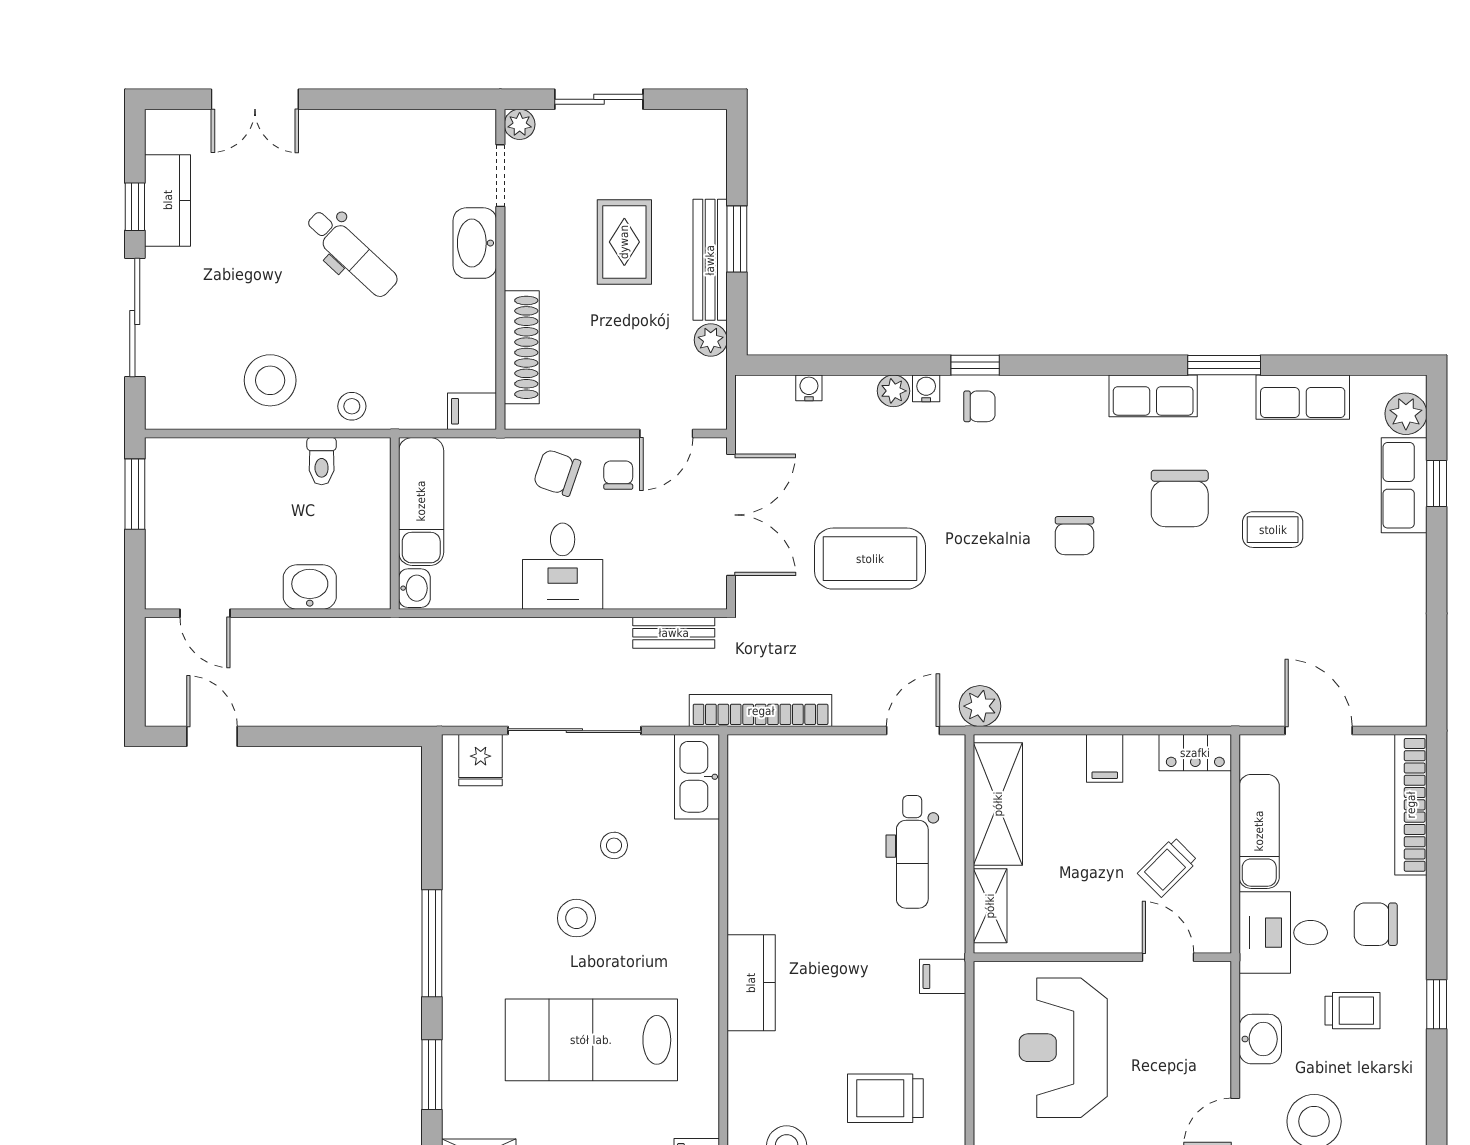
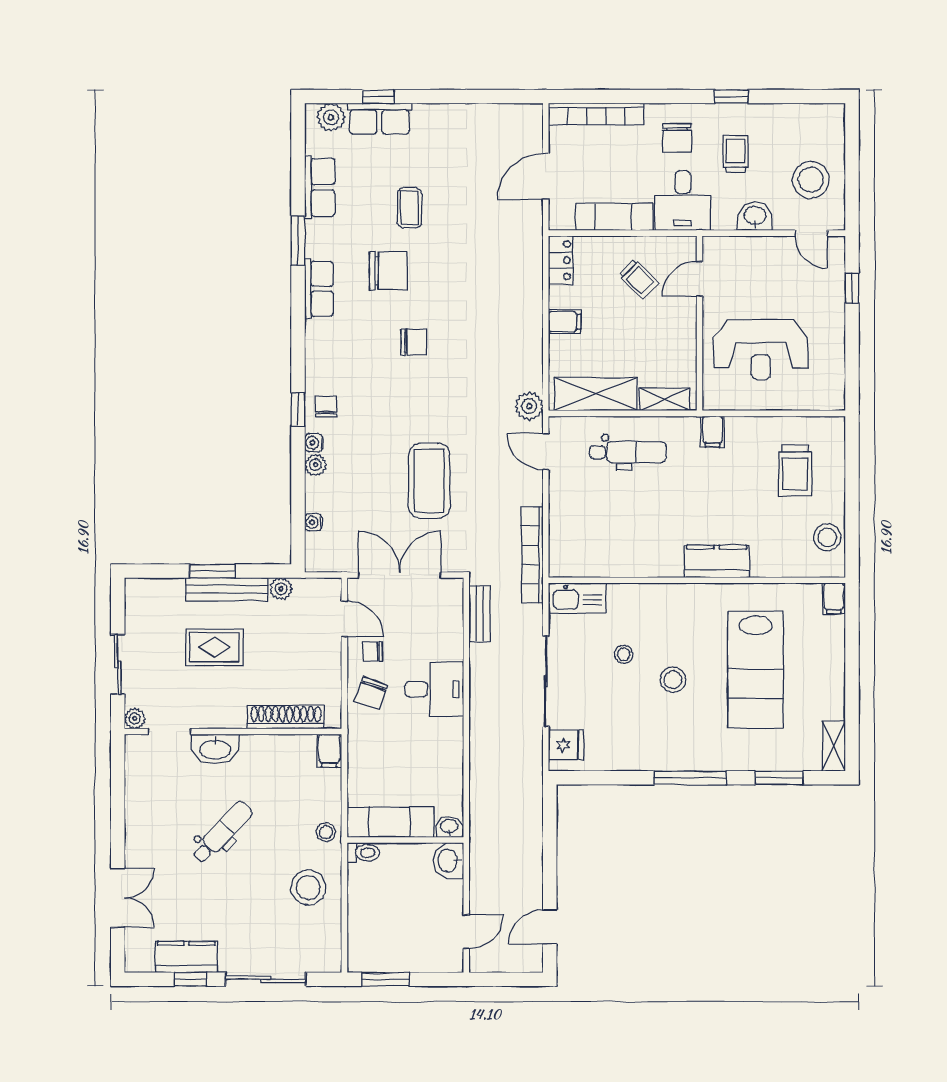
exam couch: (421, 501) -> (390, 822), moved
wall: (395, 523) -> (405, 840), moved
washbasin: (414, 588) -> (449, 827), moved

